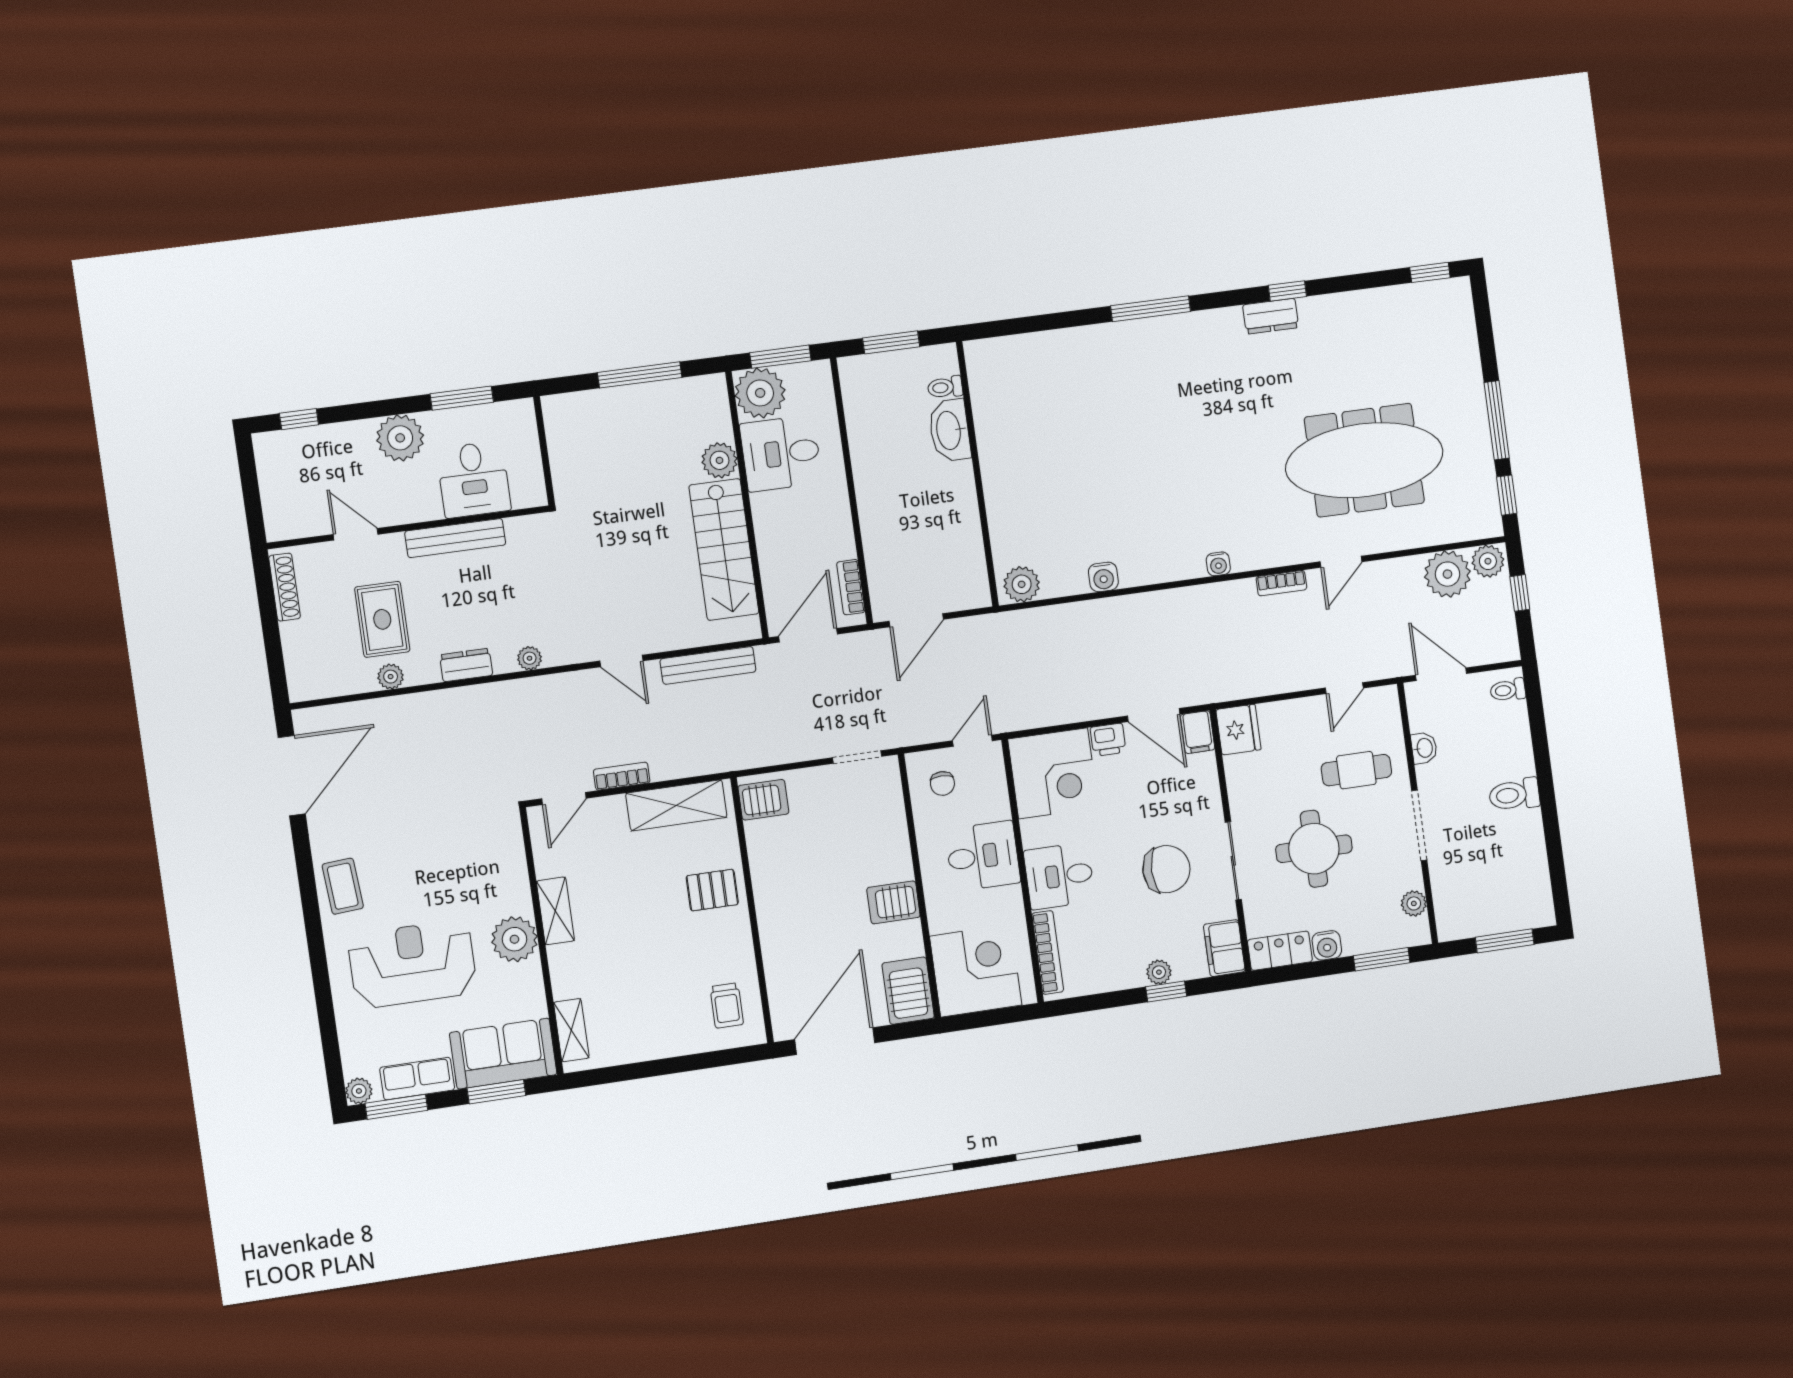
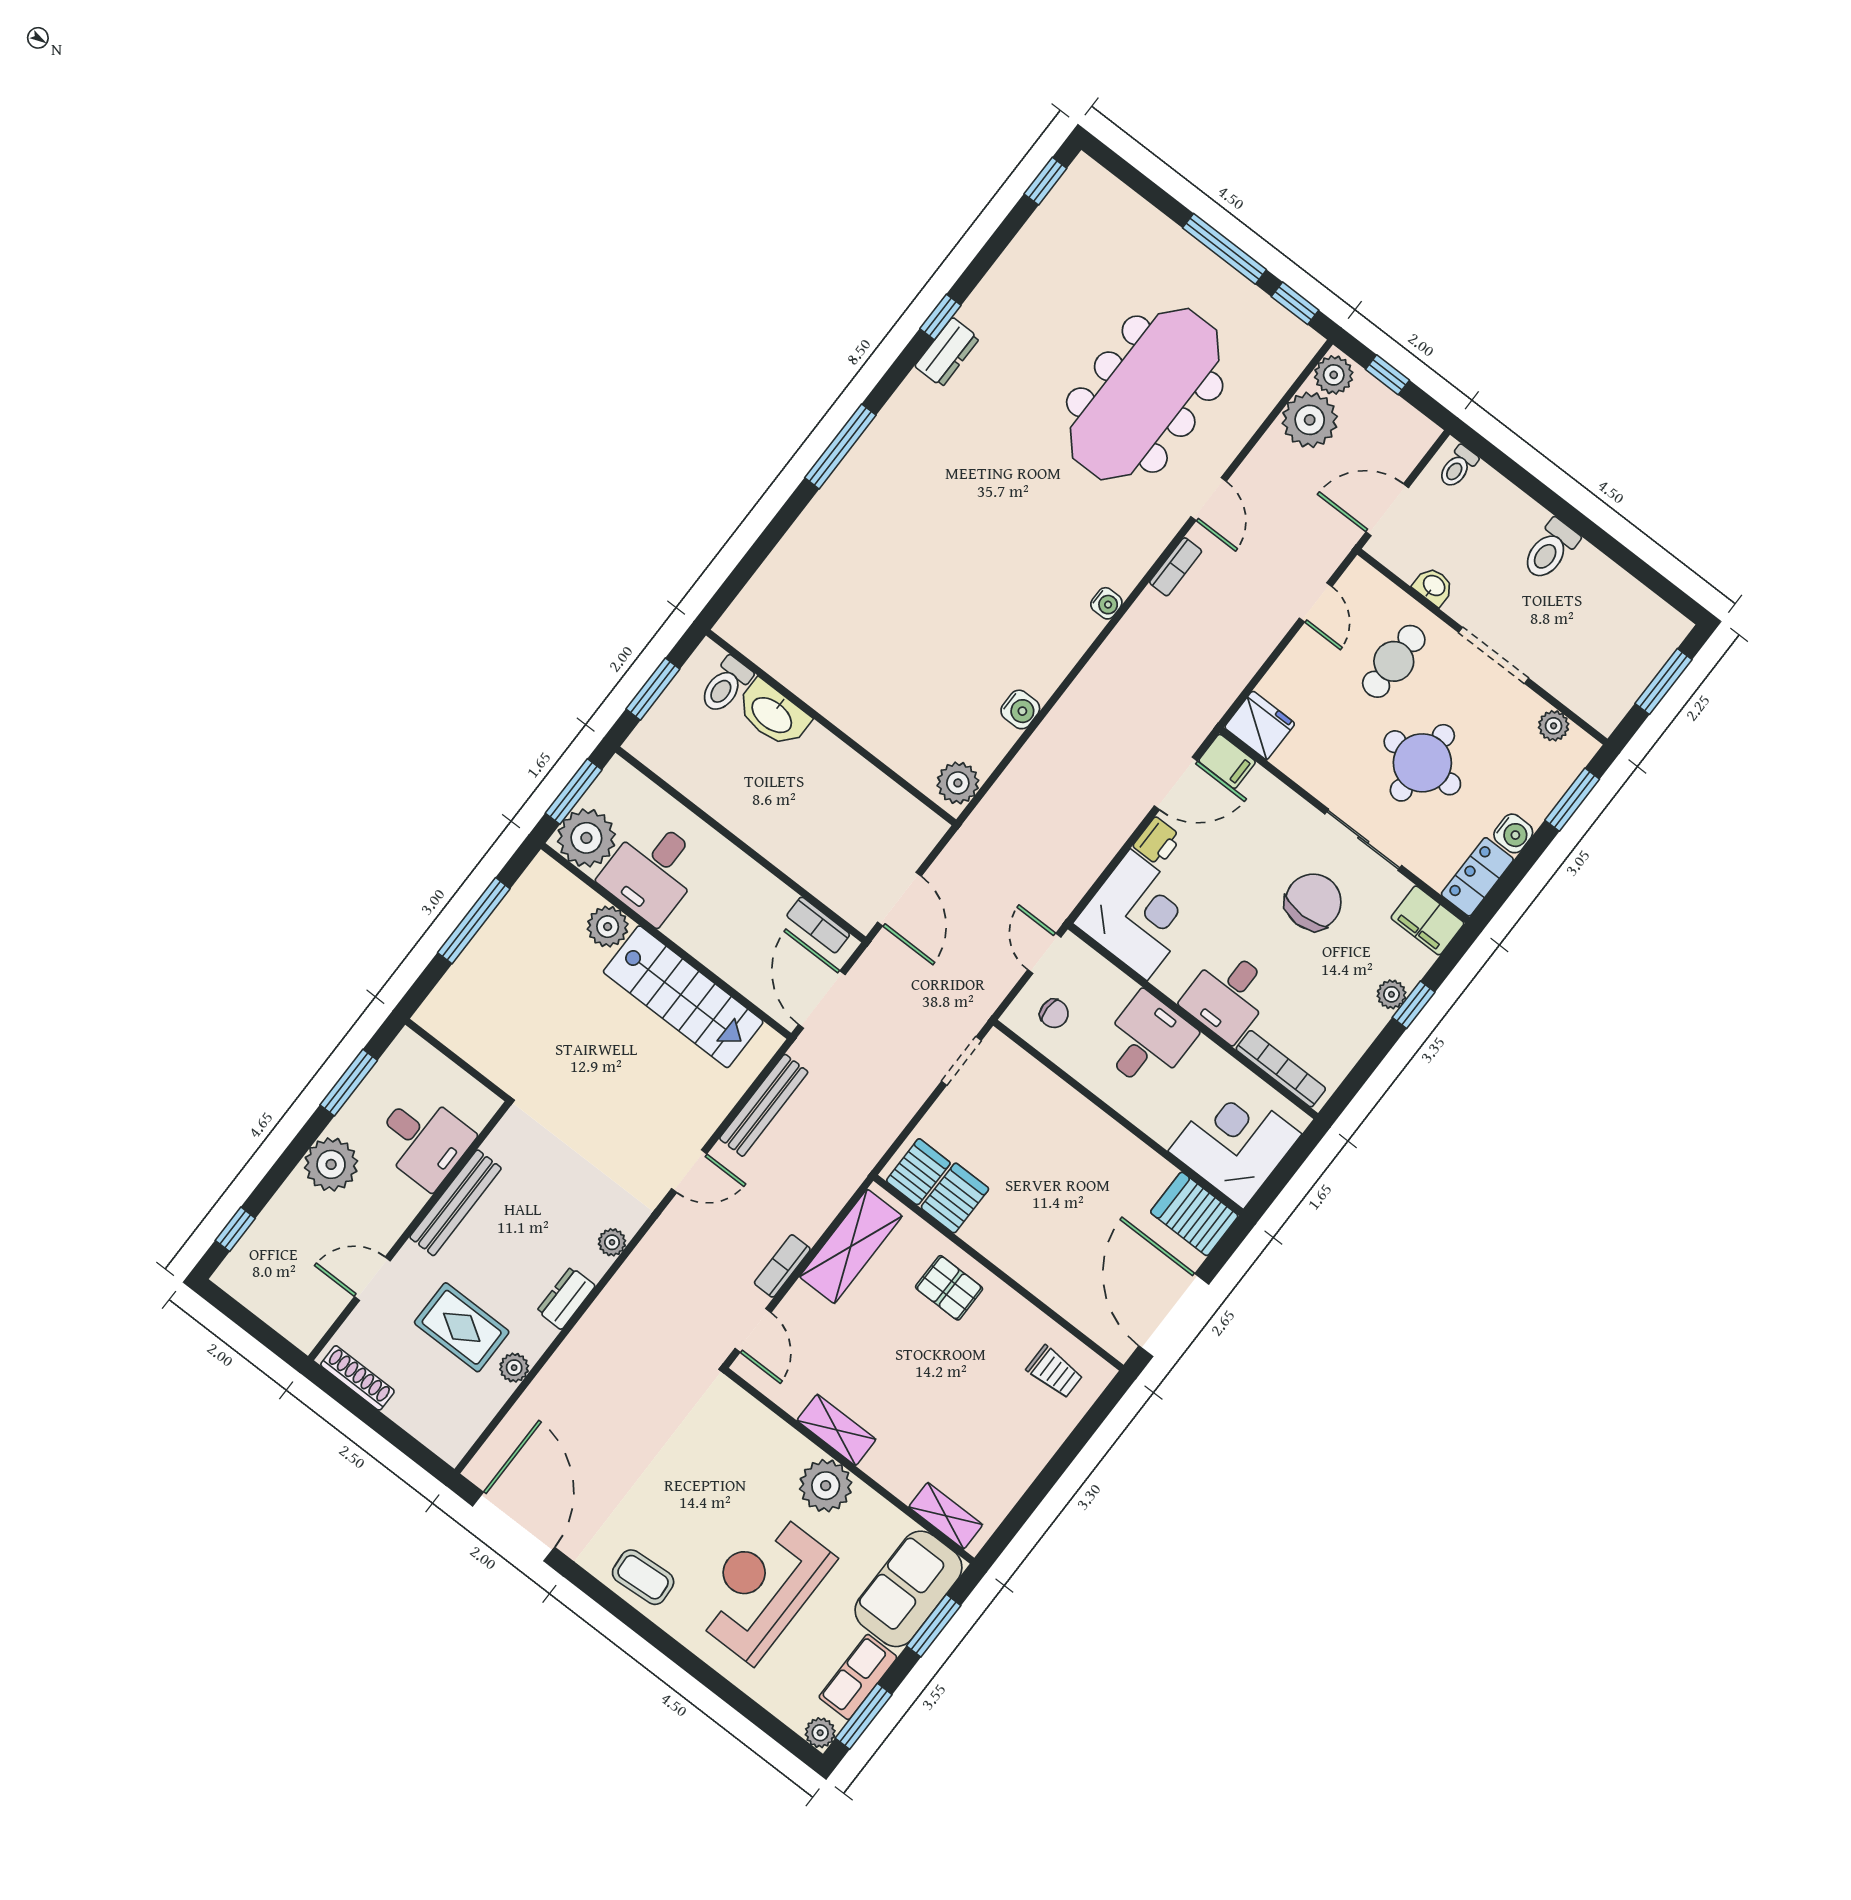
toilet: (945, 387) -> (726, 685), width x1.37, depth x1.39
pallet: (712, 890) -> (949, 1288), turned 90
server rack: (893, 902) -> (955, 1198), moved, turned 180

